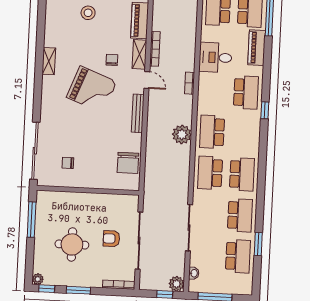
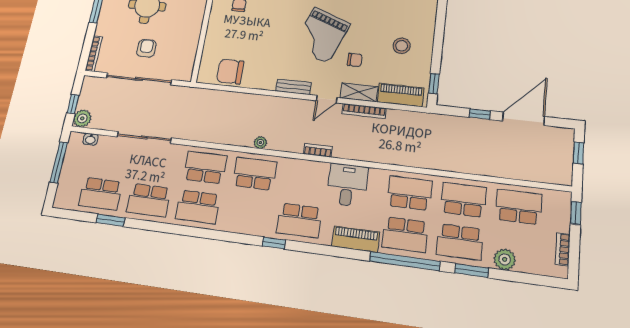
stool: (88, 13) -> (402, 46), moved
bench: (138, 113) -> (293, 87), width x0.73
plant: (182, 134) -> (260, 143), width x0.53, depth x0.53

